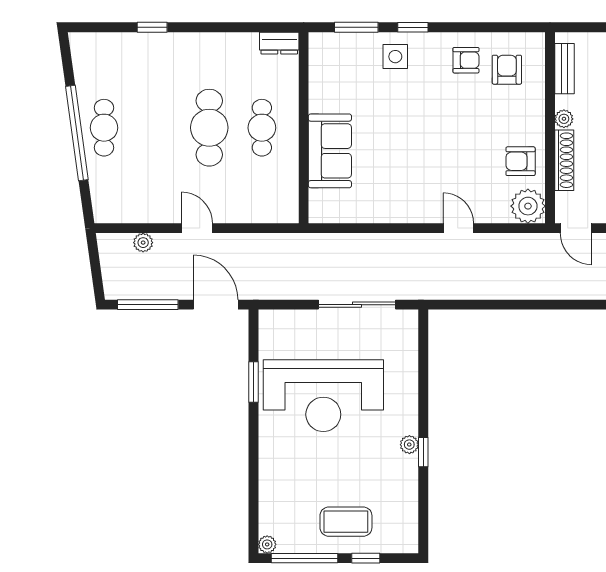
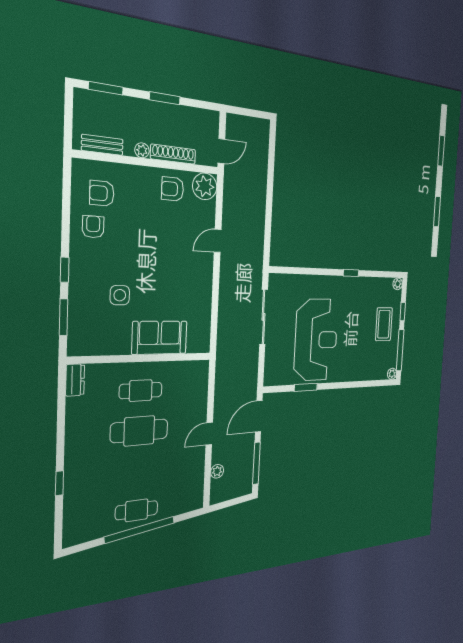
side table: (395, 57) -> (120, 295), moved
armchair: (521, 161) -> (173, 189), turned 90
plant: (409, 445) -> (398, 284), moved

